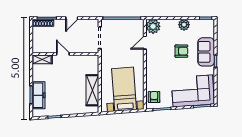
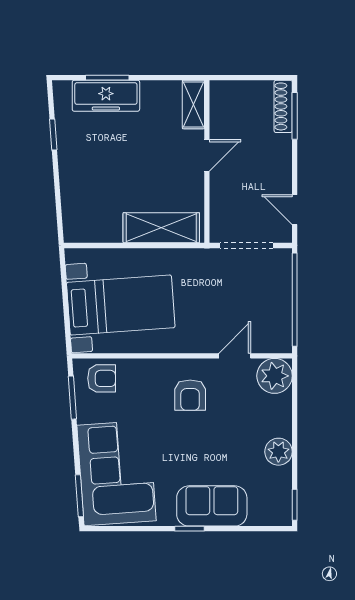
door: (72, 18) -> (295, 210), moved
door: (145, 43) -> (235, 356), hinge flipped
armchair: (181, 51) -> (190, 395), moved
shelving: (92, 90) -> (161, 228), moved

